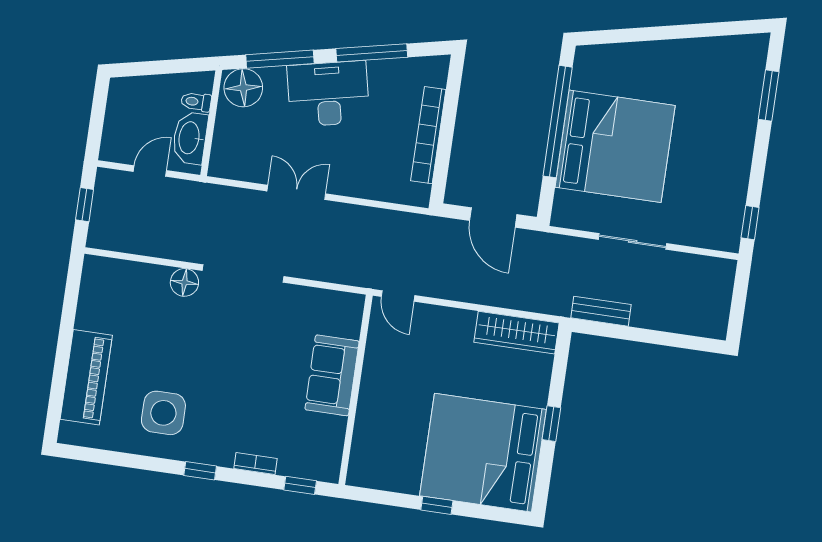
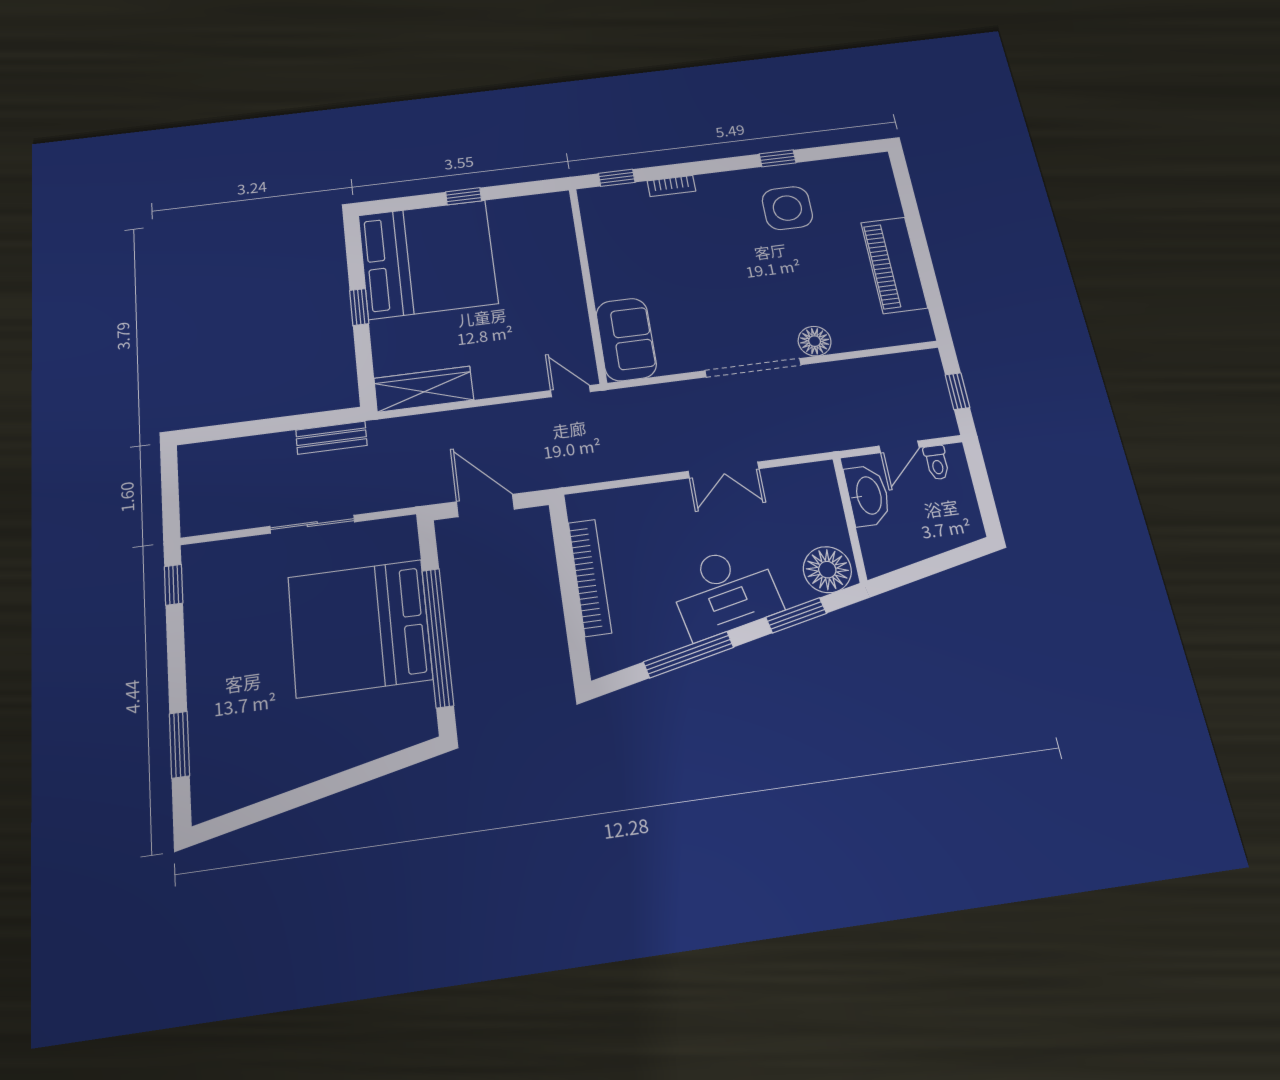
window: (280, 59) -> (796, 615), width x0.69
toilet: (196, 102) -> (937, 462), moved, turned 90
sofa: (332, 375) -> (626, 339), moved
piano: (86, 377) -> (894, 265), moved
window: (200, 471) -> (778, 158), moved

